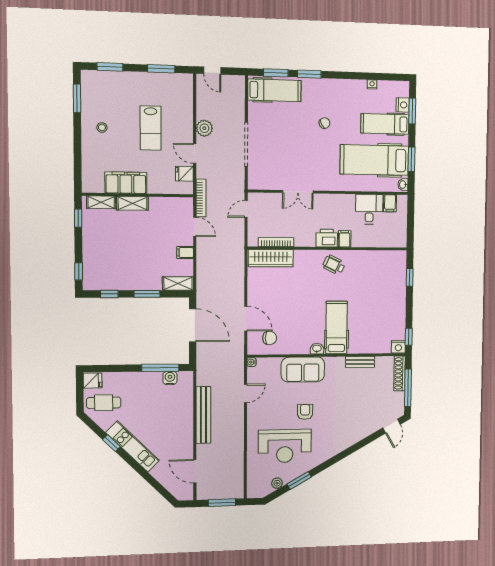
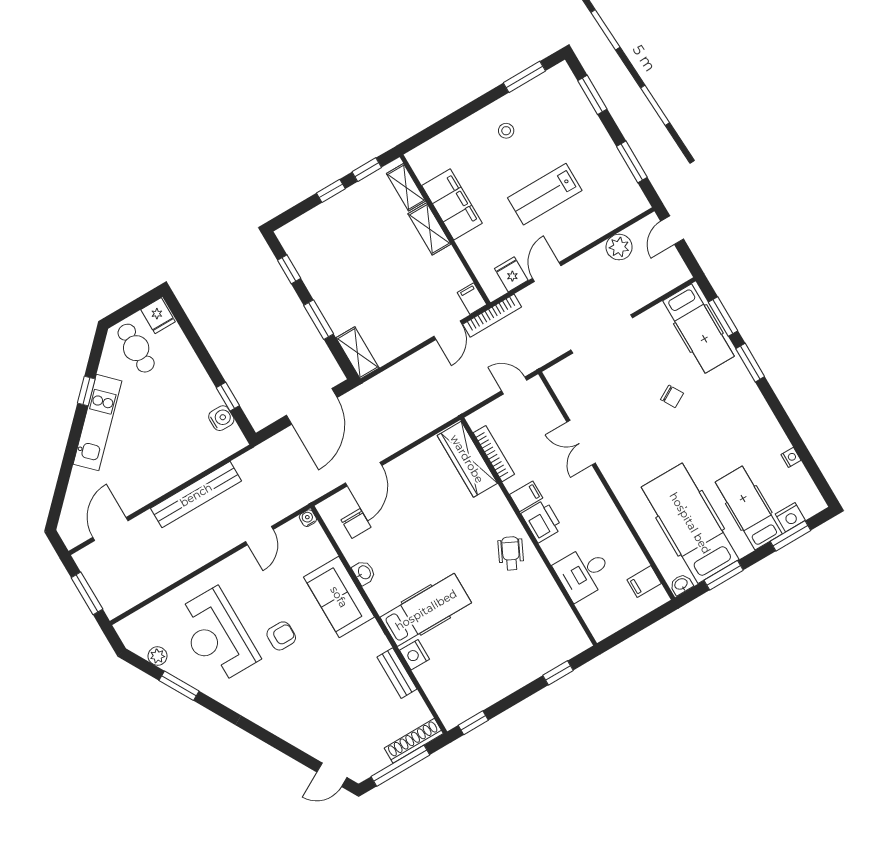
chair: (325, 123) -> (672, 396), moved
plant: (204, 128) -> (619, 247), moved
desk: (369, 209) -> (583, 573), moved, turned 180
filing cabinet: (345, 239) -> (526, 496), moved
filing cabinet: (185, 253) -> (472, 299), moved
window: (79, 271) -> (331, 191), moved
nightstand: (398, 347) -> (414, 655), moved
washbasin: (317, 349) -> (364, 573), moved
window: (160, 368) -> (228, 397), width x0.46
door: (245, 393) -> (259, 536), hinge flipped

